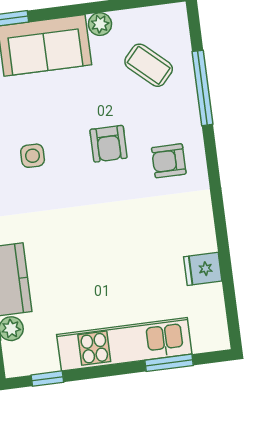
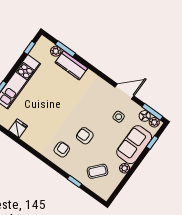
window: (203, 88) -> (75, 181), width x0.46
side table: (33, 156) -> (119, 117), moved

